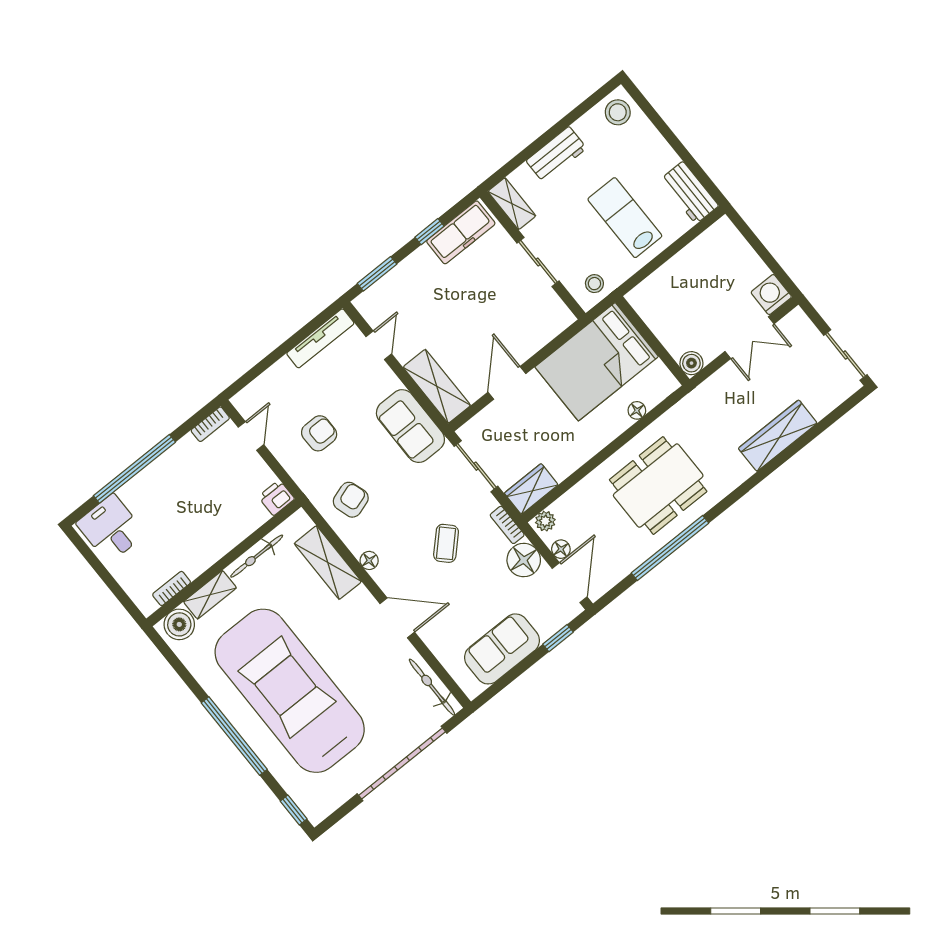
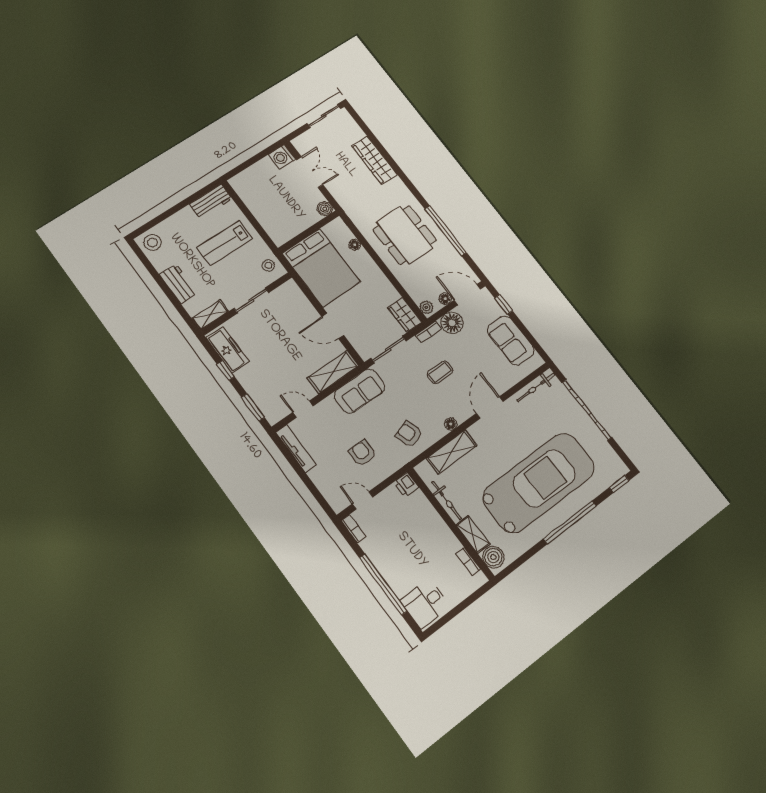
coffee table: (446, 543) -> (440, 372), turned -45
car: (290, 691) -> (539, 483), turned 180

